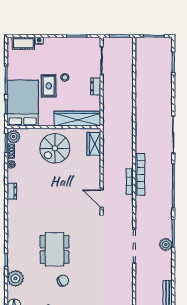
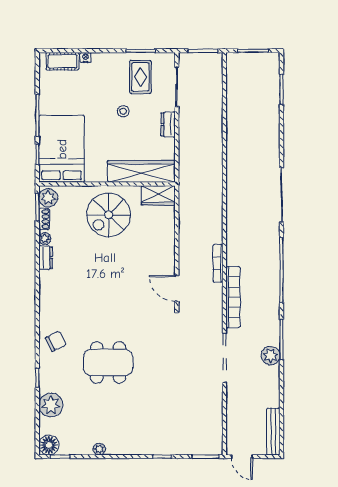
rug: (49, 86) -> (140, 77), moved
wardrobe: (94, 144) -> (158, 195), moved, turned -90
bookcase: (140, 174) -> (233, 297), moved
dresser: (12, 191) -> (46, 258), moved
dining table: (55, 249) -> (108, 363), turned 90
chair: (63, 281) -> (56, 341), moved

